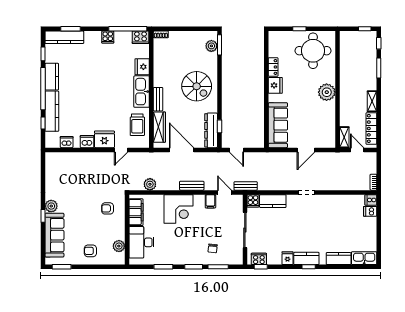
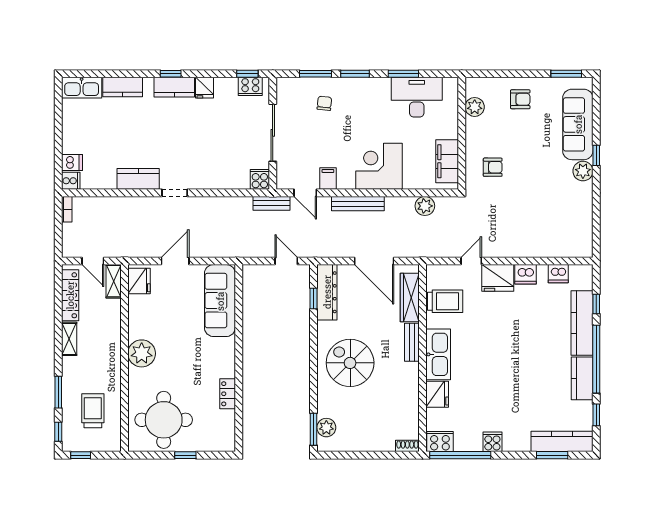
trolley: (357, 56) -> (93, 411), added
fridge: (275, 85) -> (139, 281), moved, turned 180
trolley: (137, 125) -> (445, 301), turned 90
bench: (192, 186) -> (358, 204), width x1.36
kitchen counter: (273, 201) -> (138, 179), moved
desk: (142, 242) -> (417, 97), moved, turned -90

